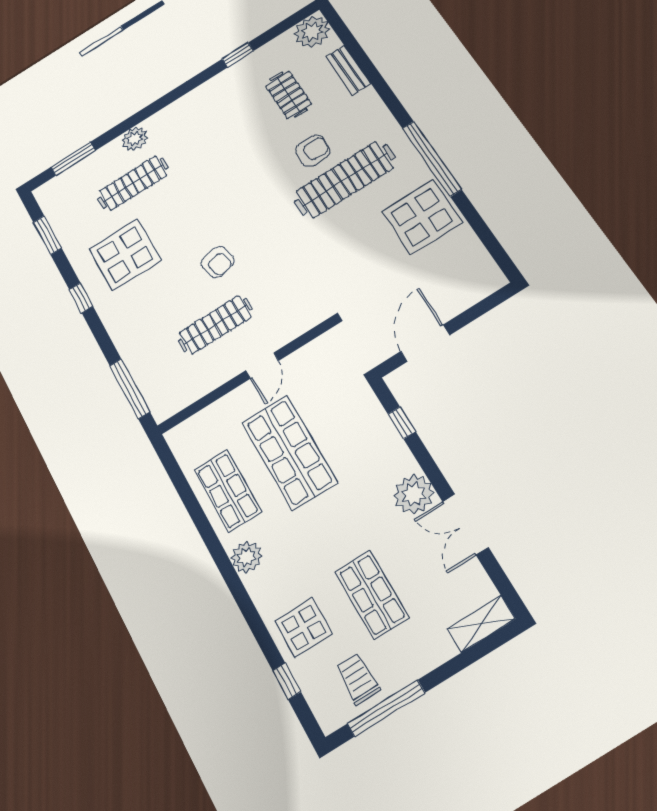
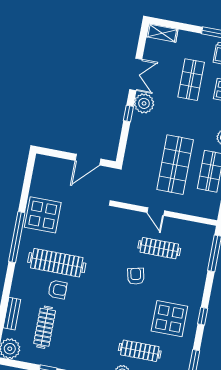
clothes rail: (288, 95) -> (45, 327), width x1.36
armchair: (313, 151) -> (57, 290), turned 180
door: (262, 366) -> (156, 212), swing flipped
window: (402, 423) -> (128, 114), moved

